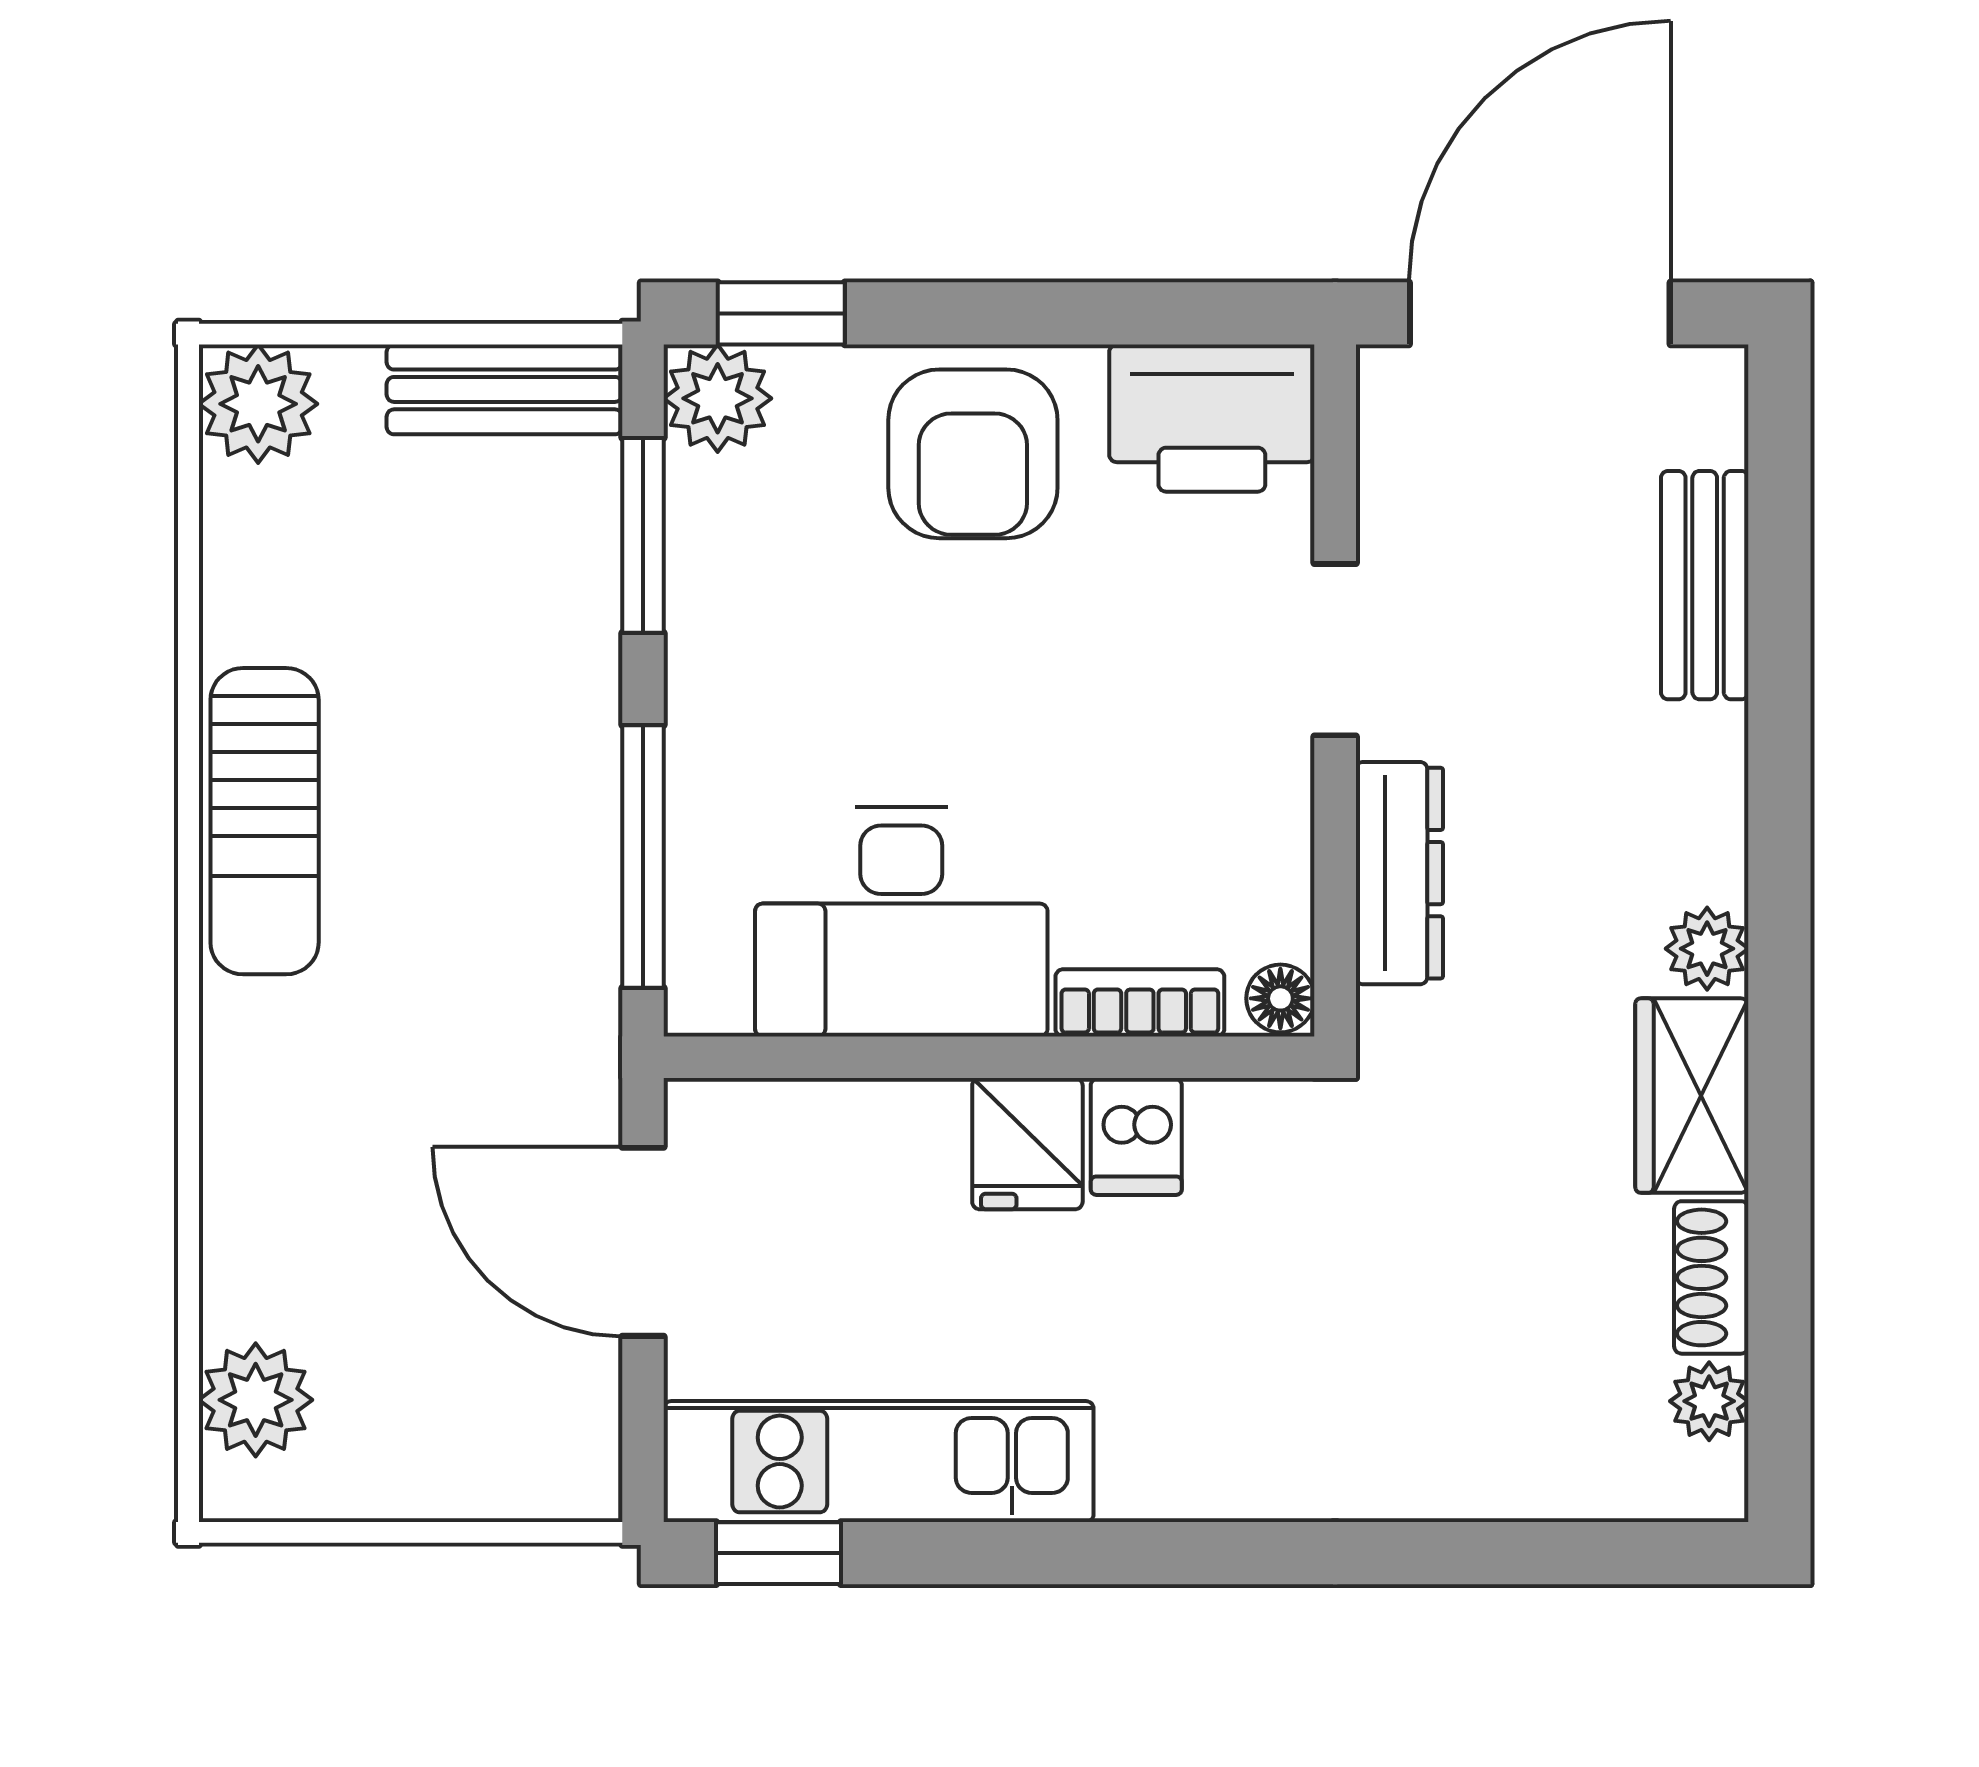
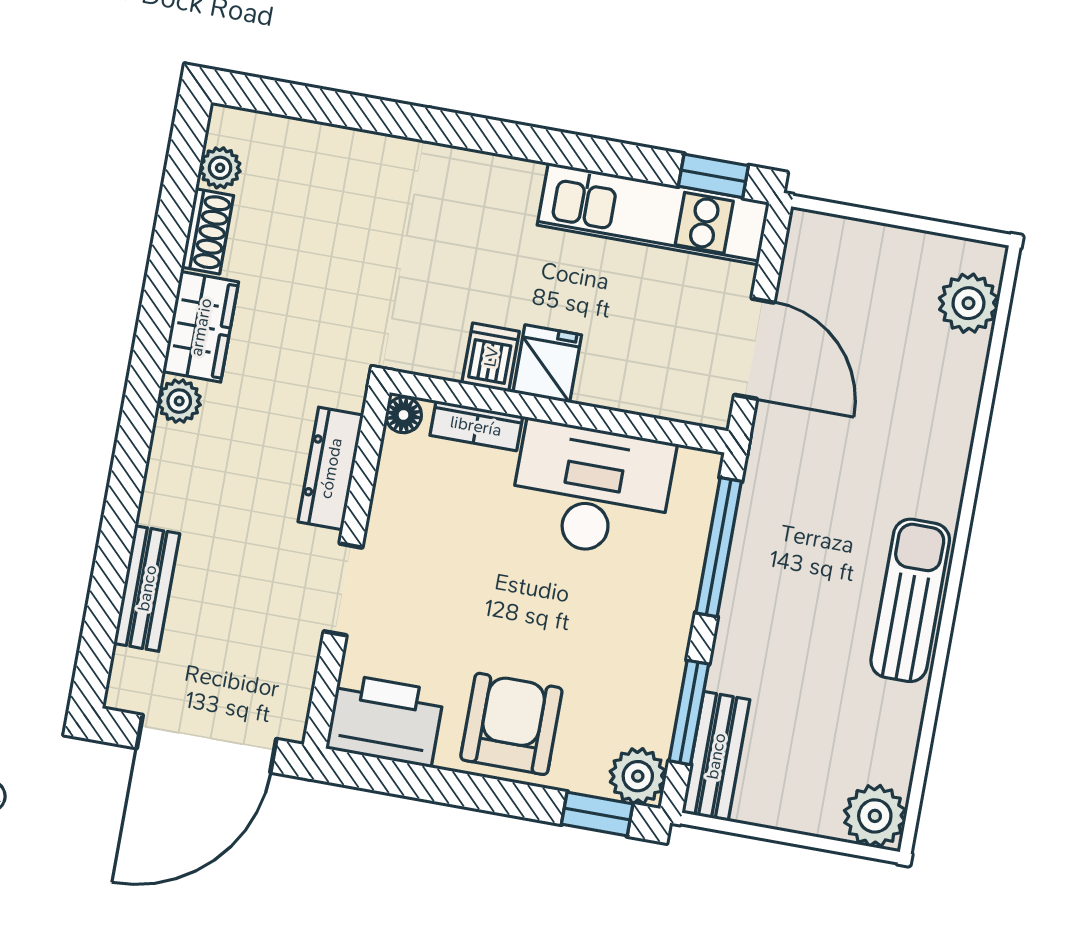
bench: (505, 389) -> (716, 756), moved, turned 90

